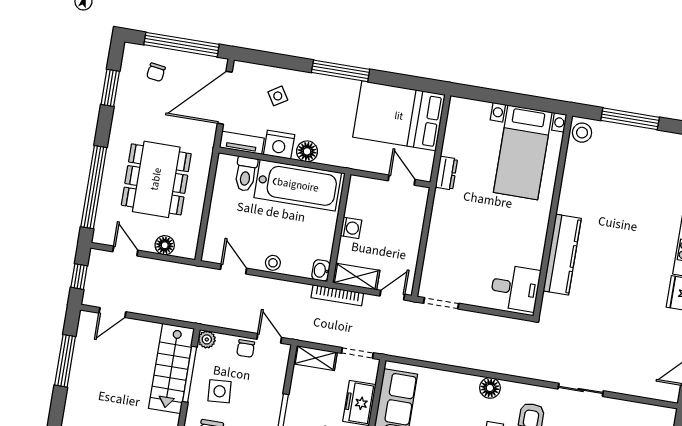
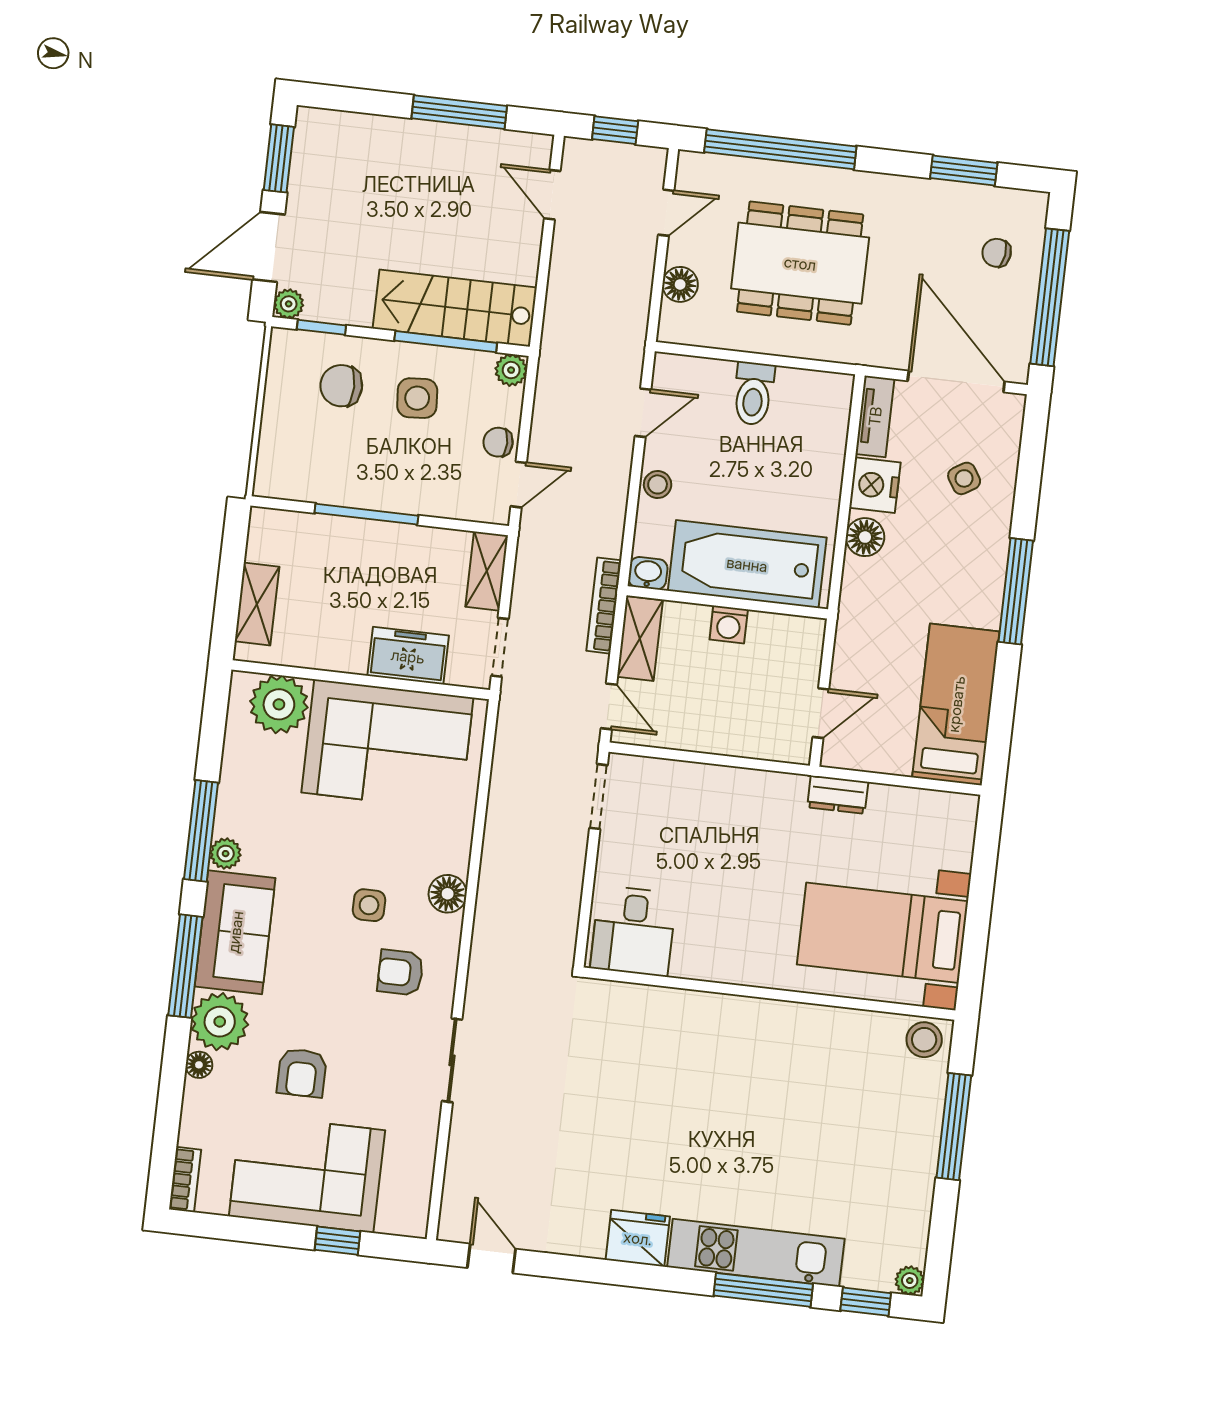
bed: (399, 116) -> (956, 704), width x0.67
toilet: (246, 174) -> (753, 394), moved, turned -90
bathtub: (298, 185) -> (747, 564), moved, turned 90
kitchen counter: (562, 255) -> (698, 1014), removed

